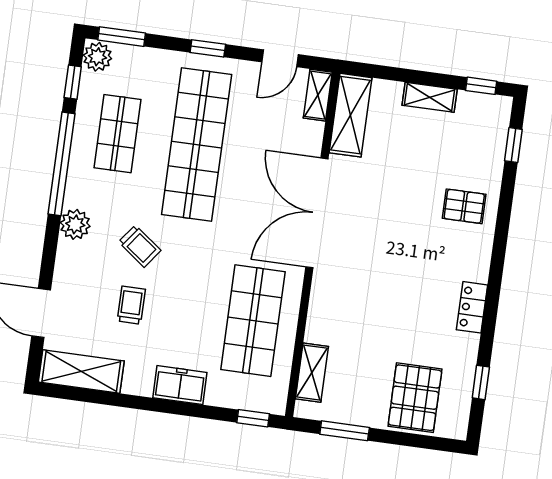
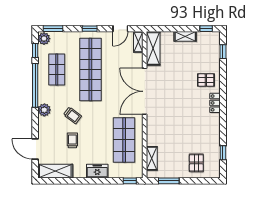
locker: (472, 307) -> (215, 103), moved
pallet: (415, 398) -> (196, 163), width x0.67, depth x0.71

